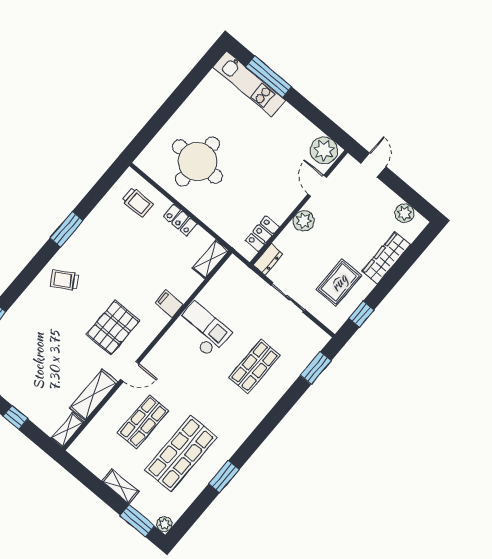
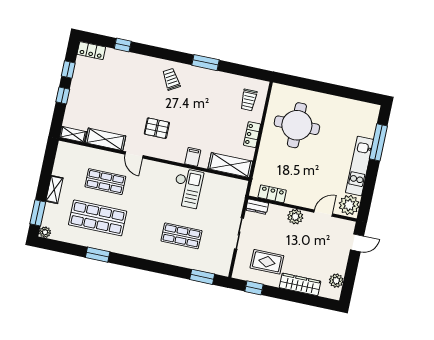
kitchen unit: (249, 84) -> (359, 166), moved
shelving: (211, 259) -> (230, 165), width x1.50, depth x1.33
pallet: (113, 328) -> (157, 128), width x0.67, depth x0.71

